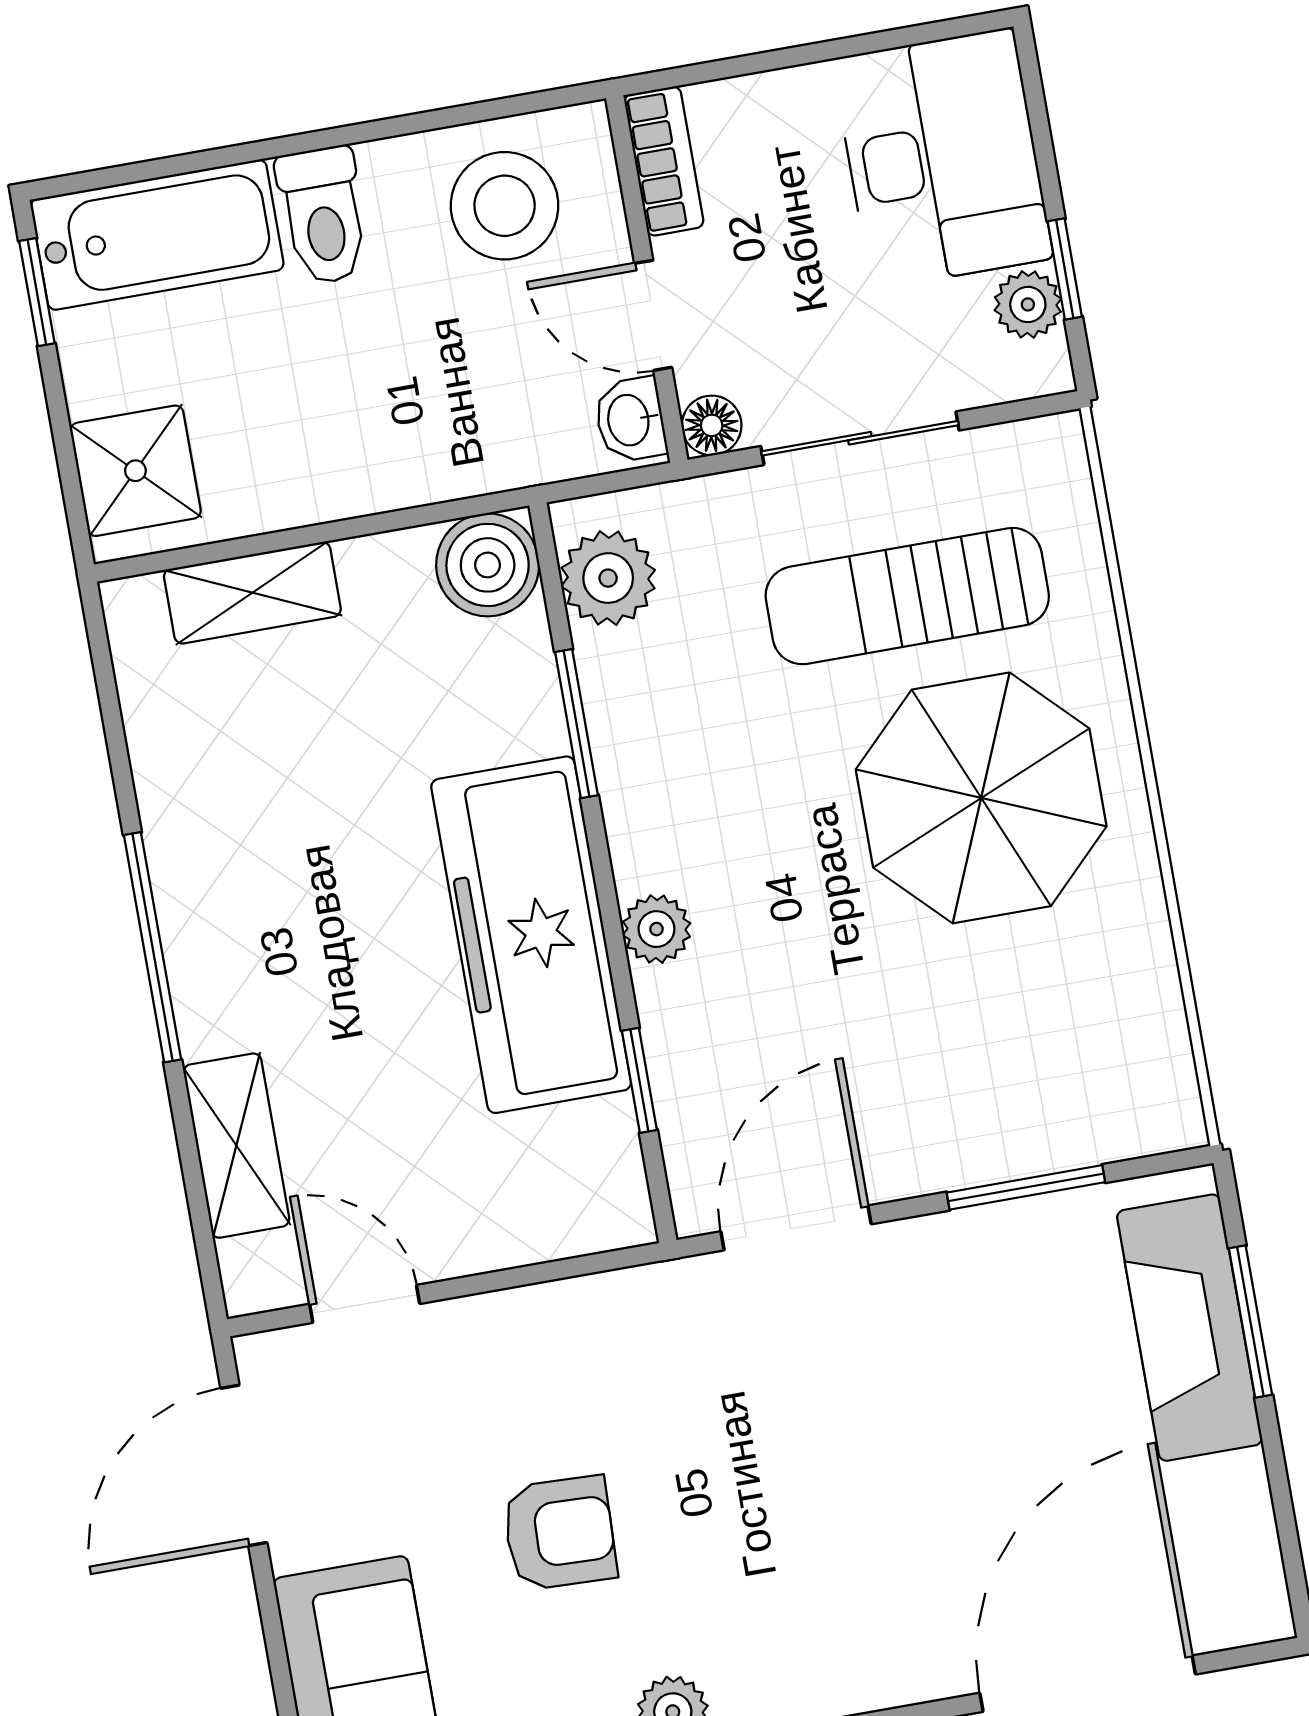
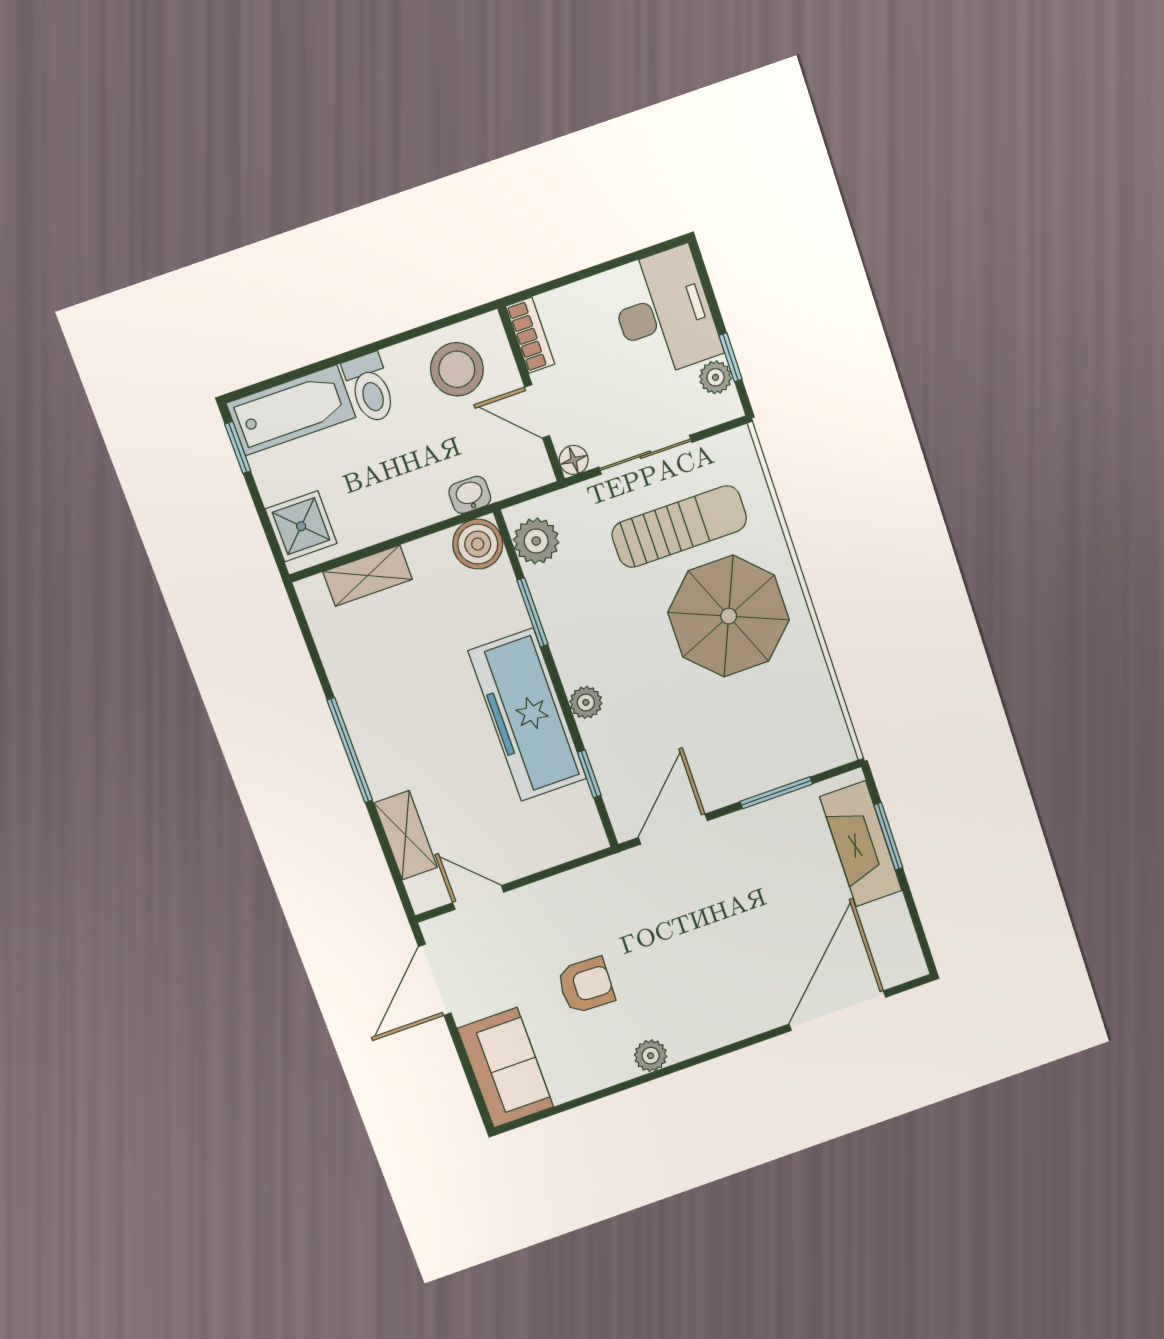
washbasin: (630, 420) -> (470, 495), moved, turned 90
sun lounger: (907, 596) -> (679, 527), turned 180

